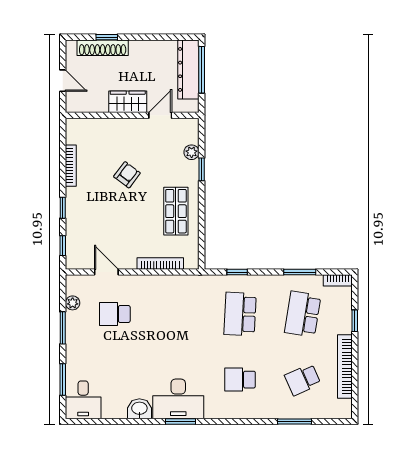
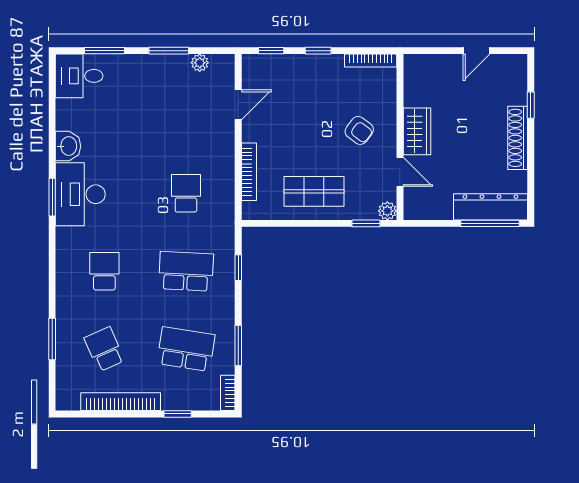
shoe rack: (103, 48) -> (518, 138), moved
wardrobe: (128, 102) -> (417, 131), moved
wall: (132, 115) -> (400, 137), moved
door: (160, 115) -> (400, 172), moved
school desk: (115, 314) -> (186, 193), moved

